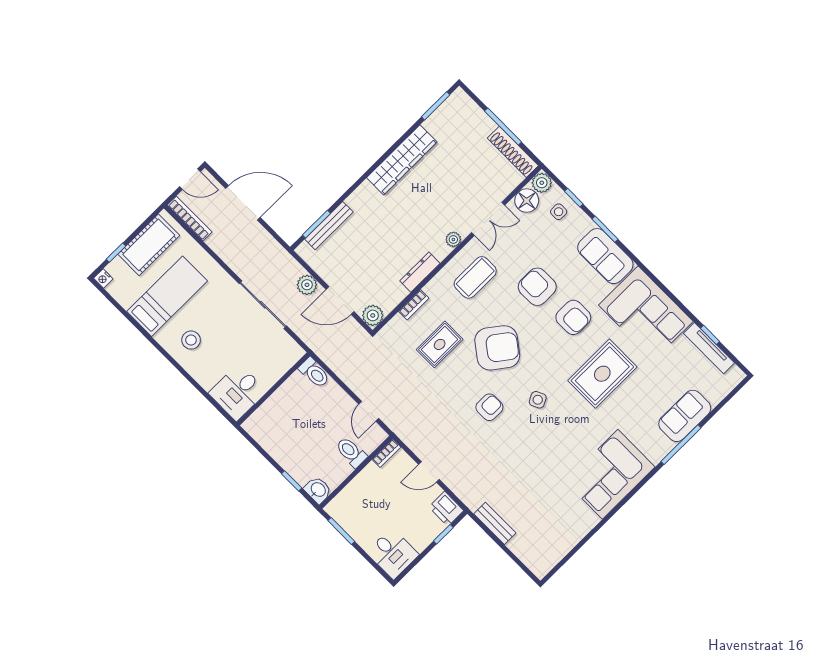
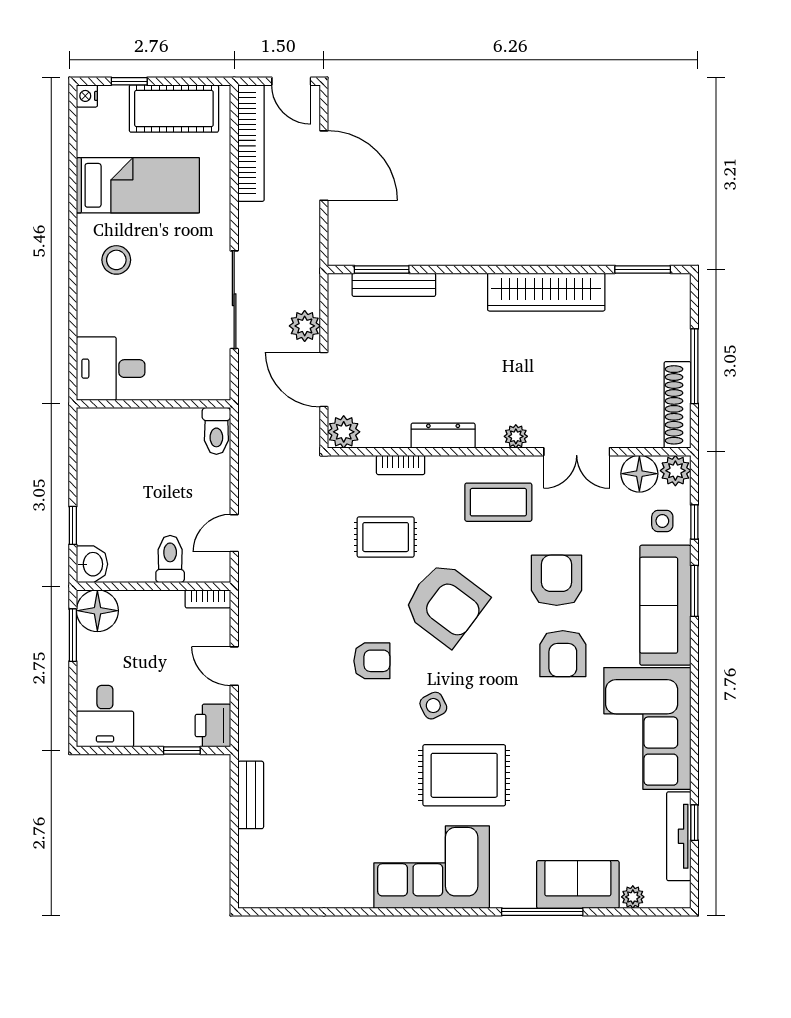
bookcase: (190, 219) -> (251, 143), width x1.48, depth x1.31
sofa: (605, 256) -> (665, 605), width x1.36
rug: (602, 374) -> (464, 775), moved
plant: (716, 397) -> (633, 897), added
floor lamp: (341, 509) -> (97, 611), added

